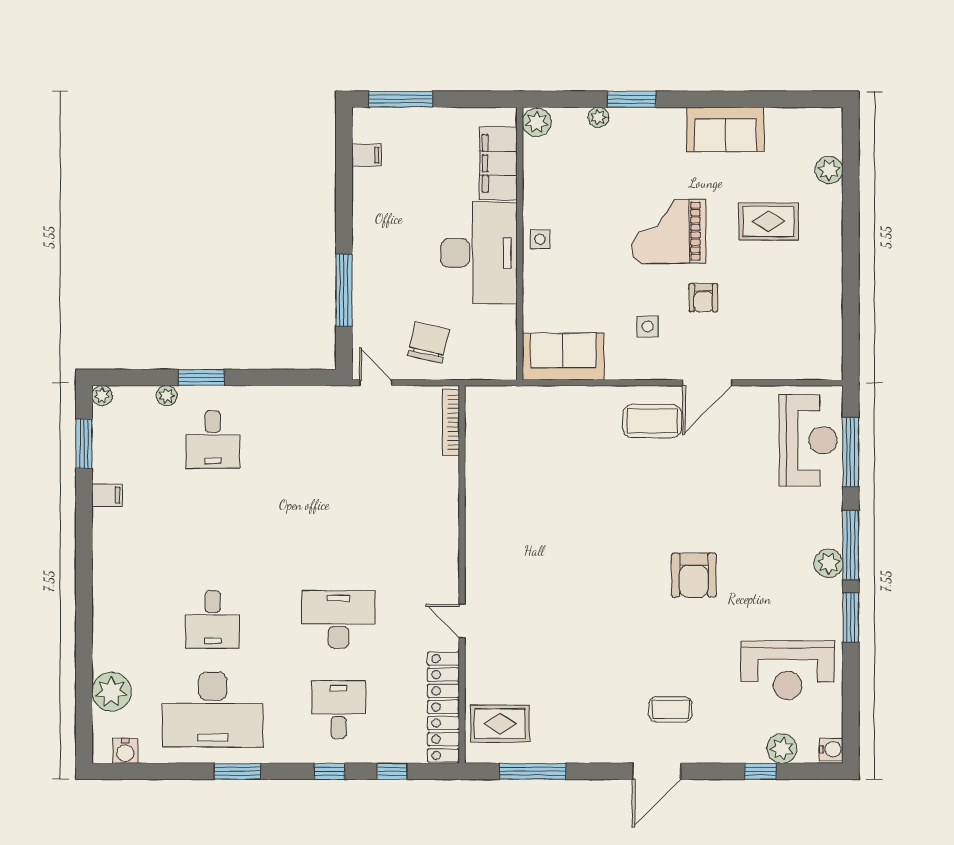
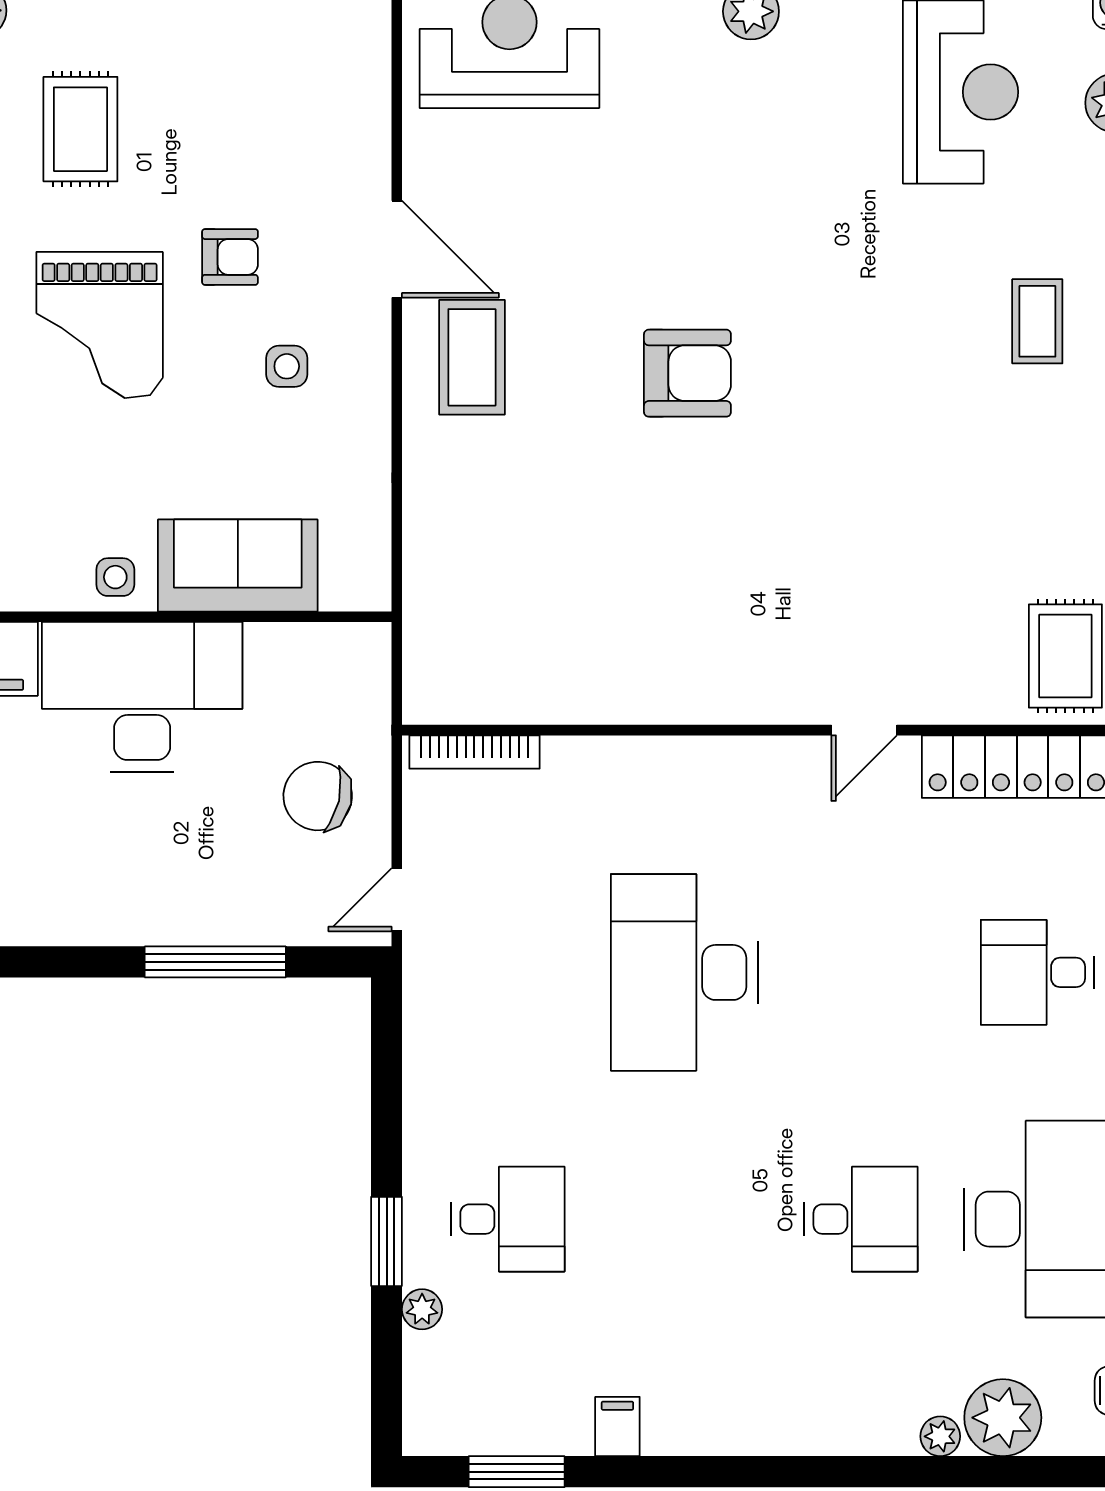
sofa: (563, 357) -> (238, 566), moved, turned 90
plant: (102, 396) -> (940, 1436), moved
armchair: (694, 575) -> (687, 373), moved
desk: (339, 619) -> (684, 972), moved, width x1.36, depth x1.30

